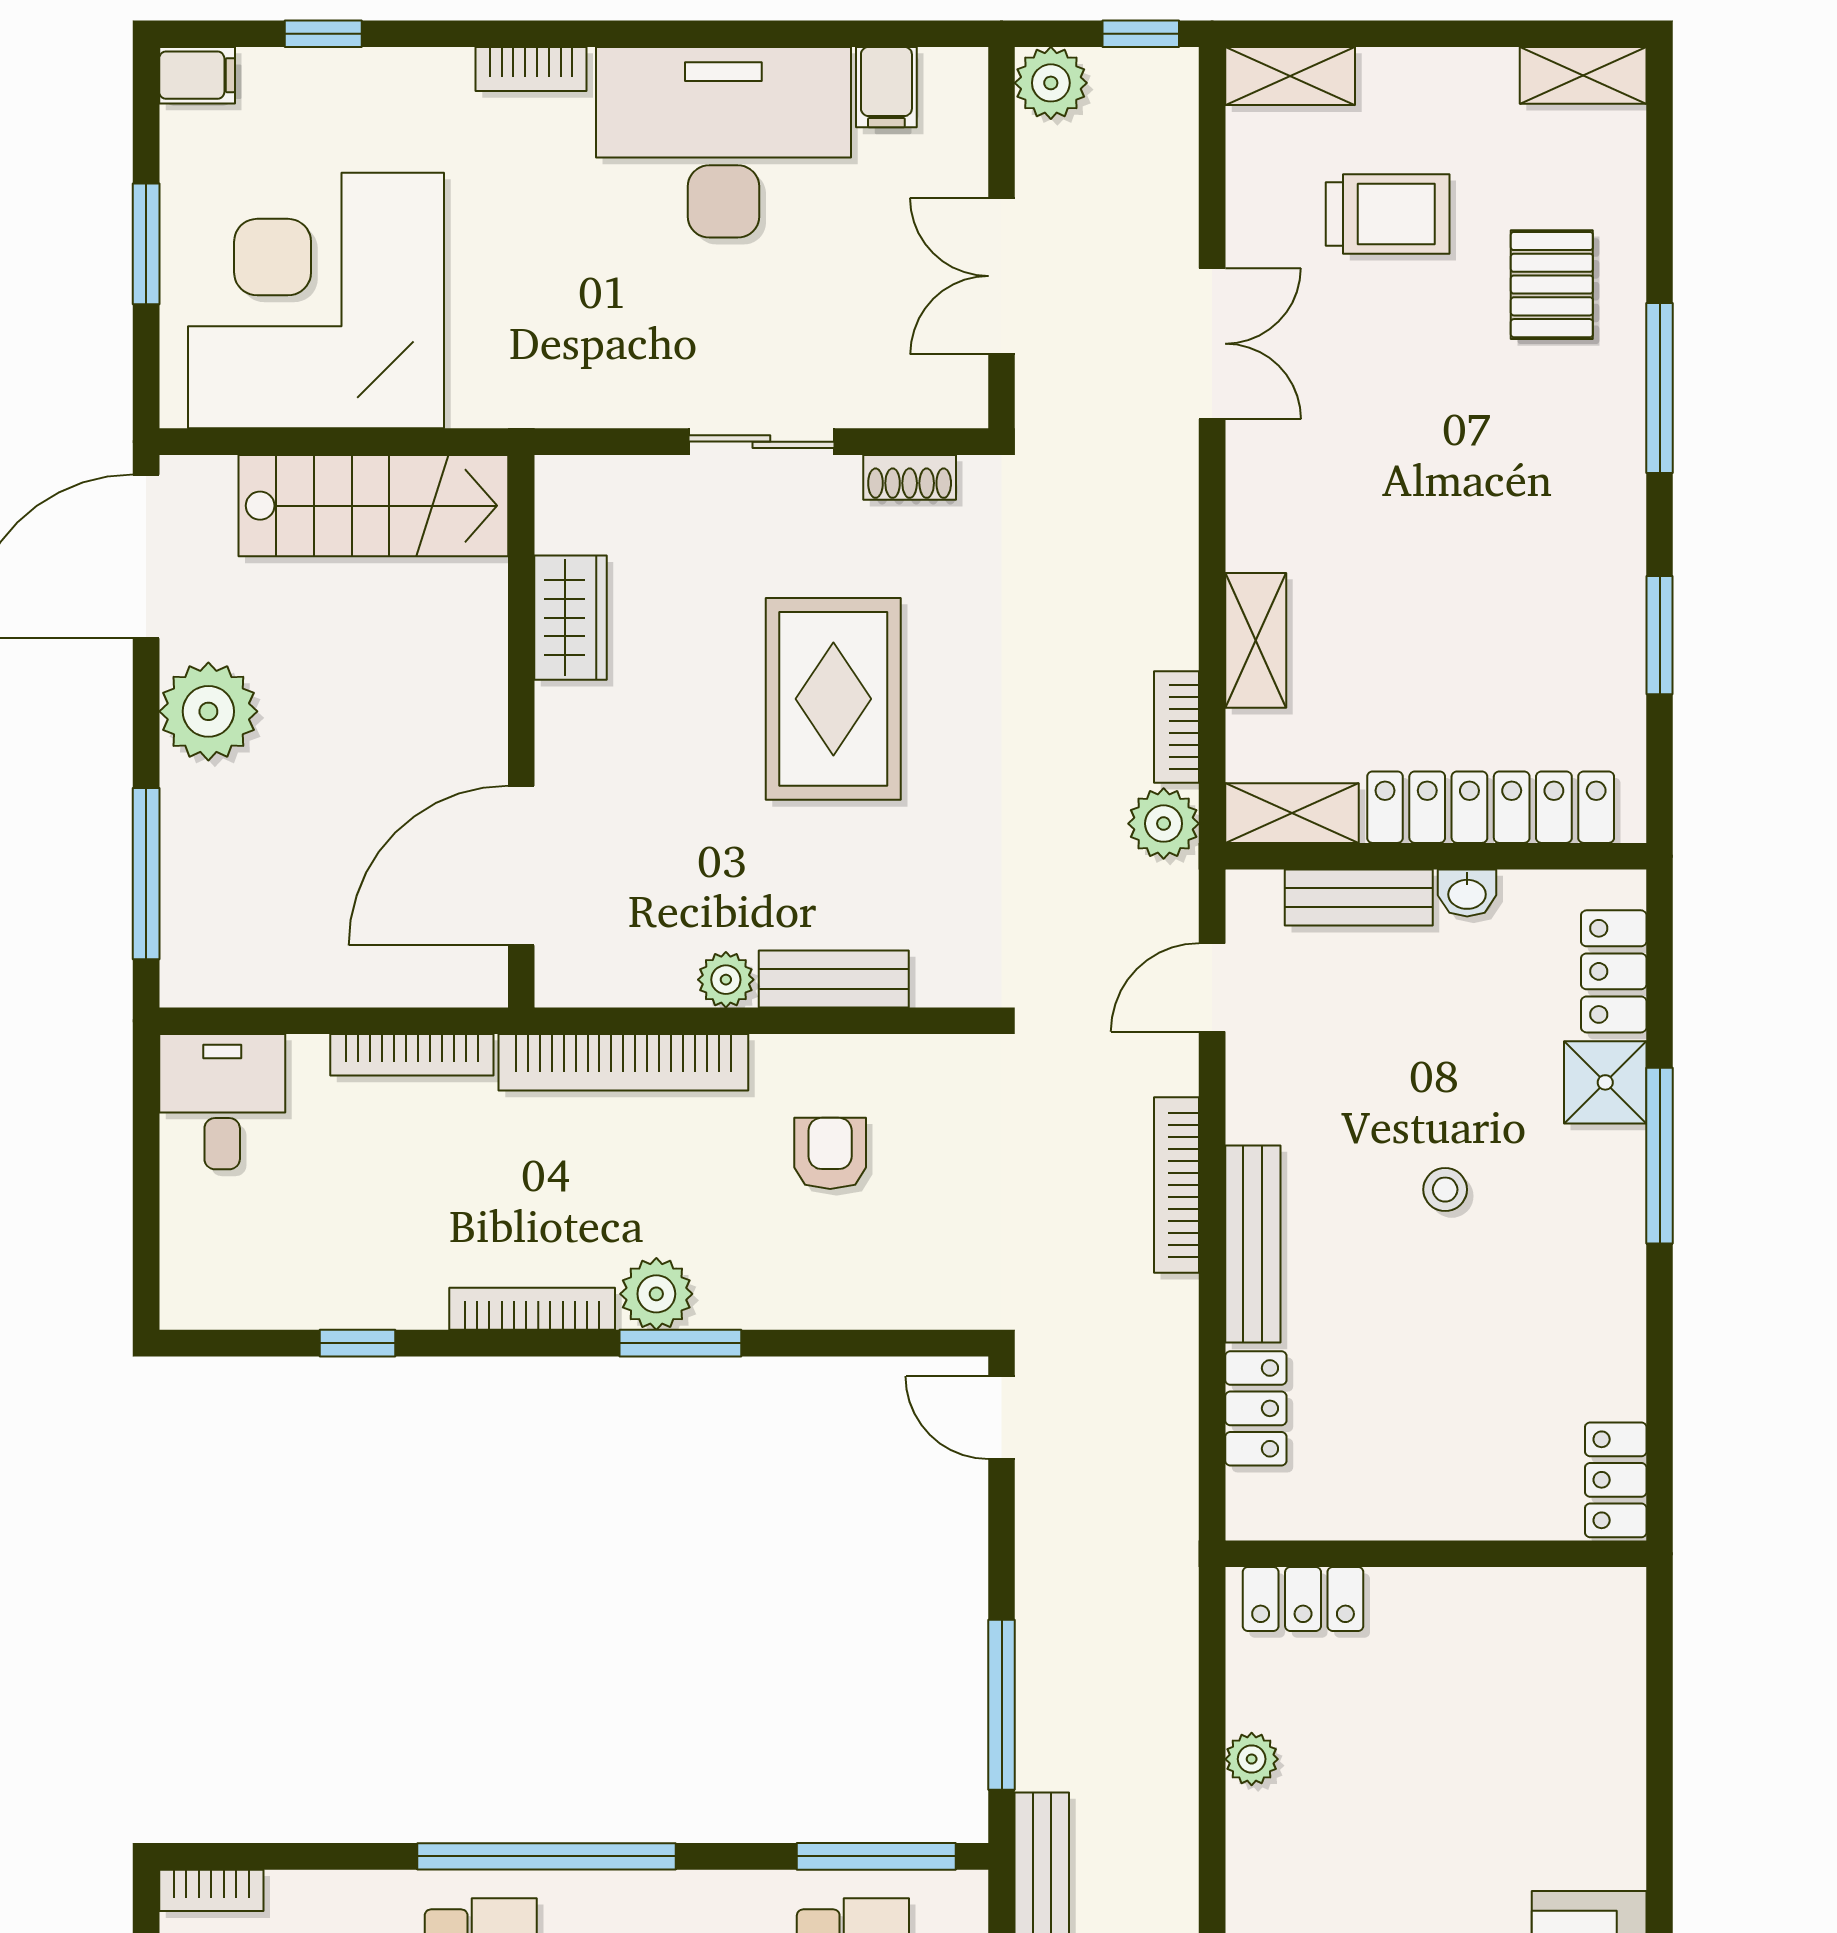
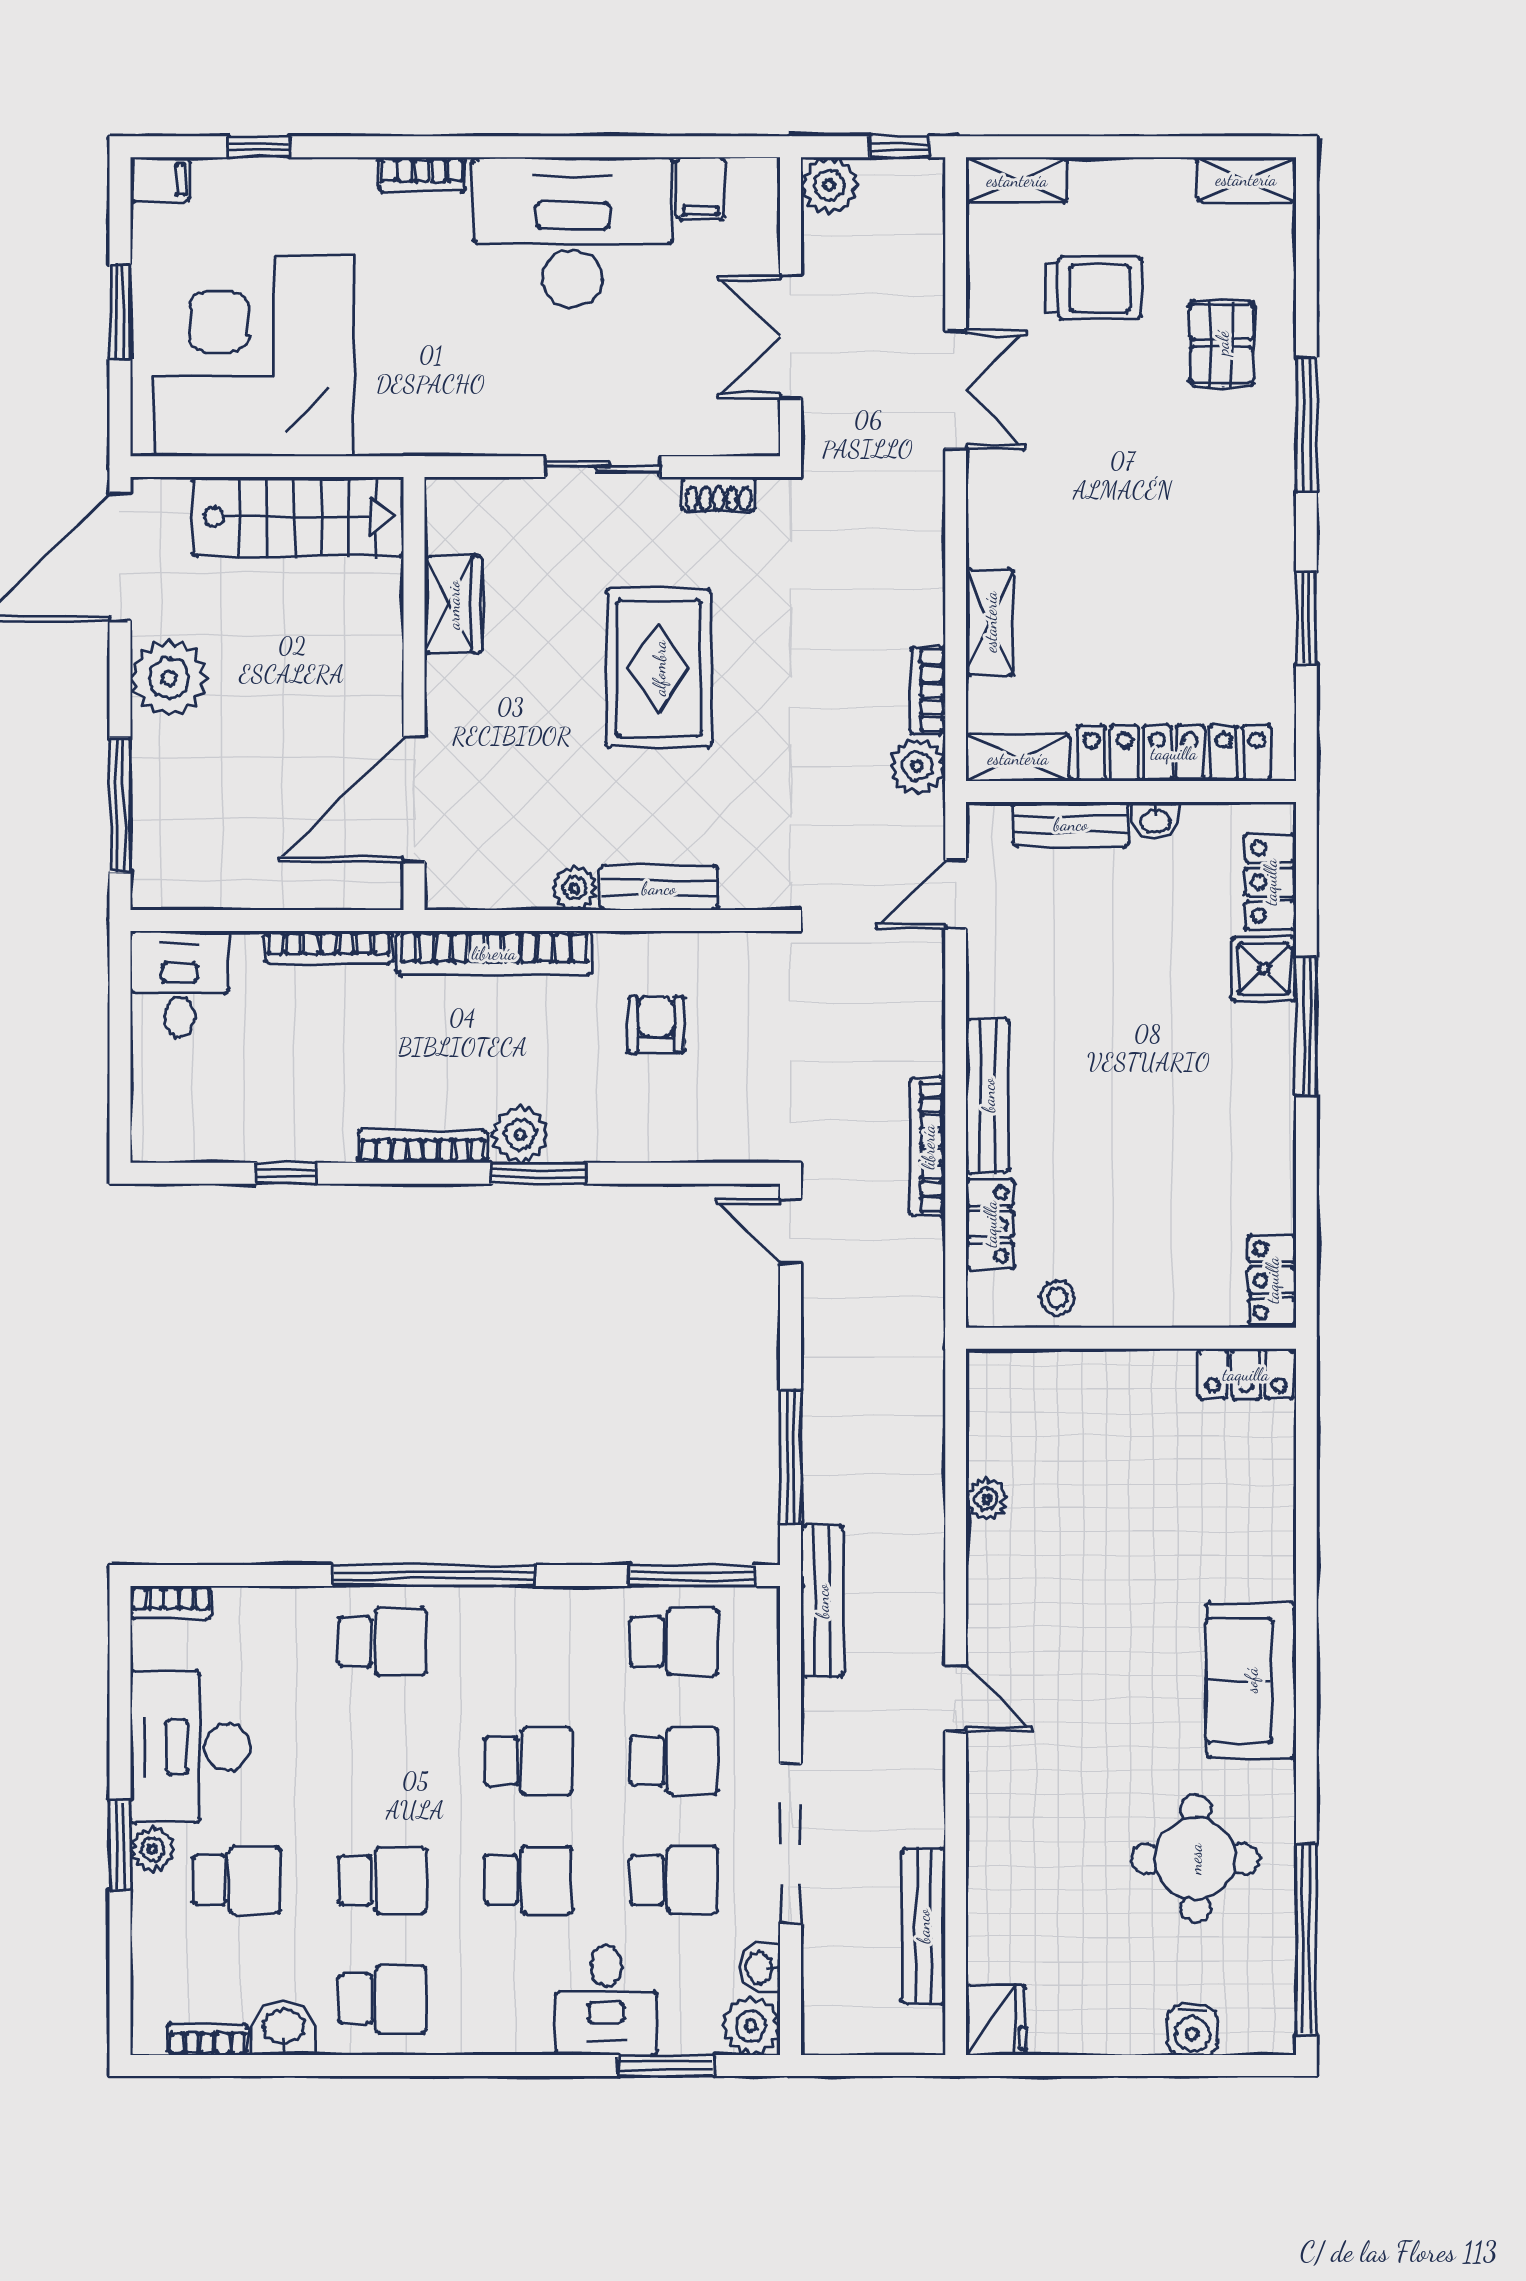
bookcase: (1176, 1185) -> (928, 1147), moved
stool: (1445, 1190) -> (1057, 1298), moved
locker: (1303, 1599) -> (1246, 1374), moved

